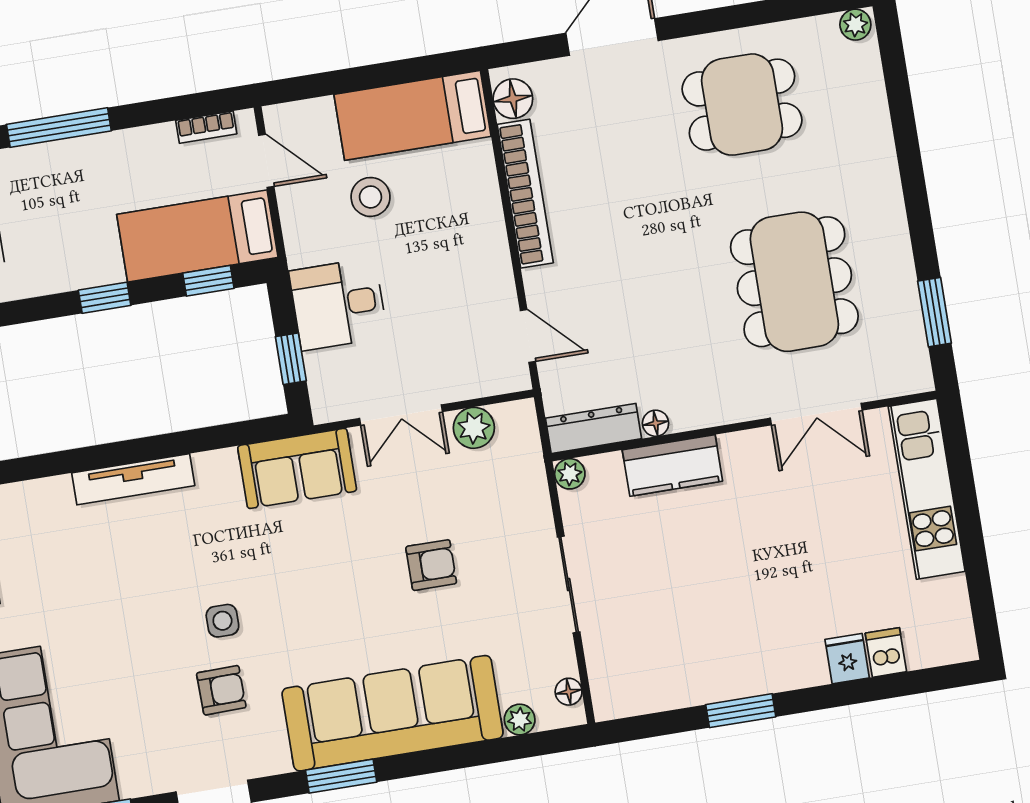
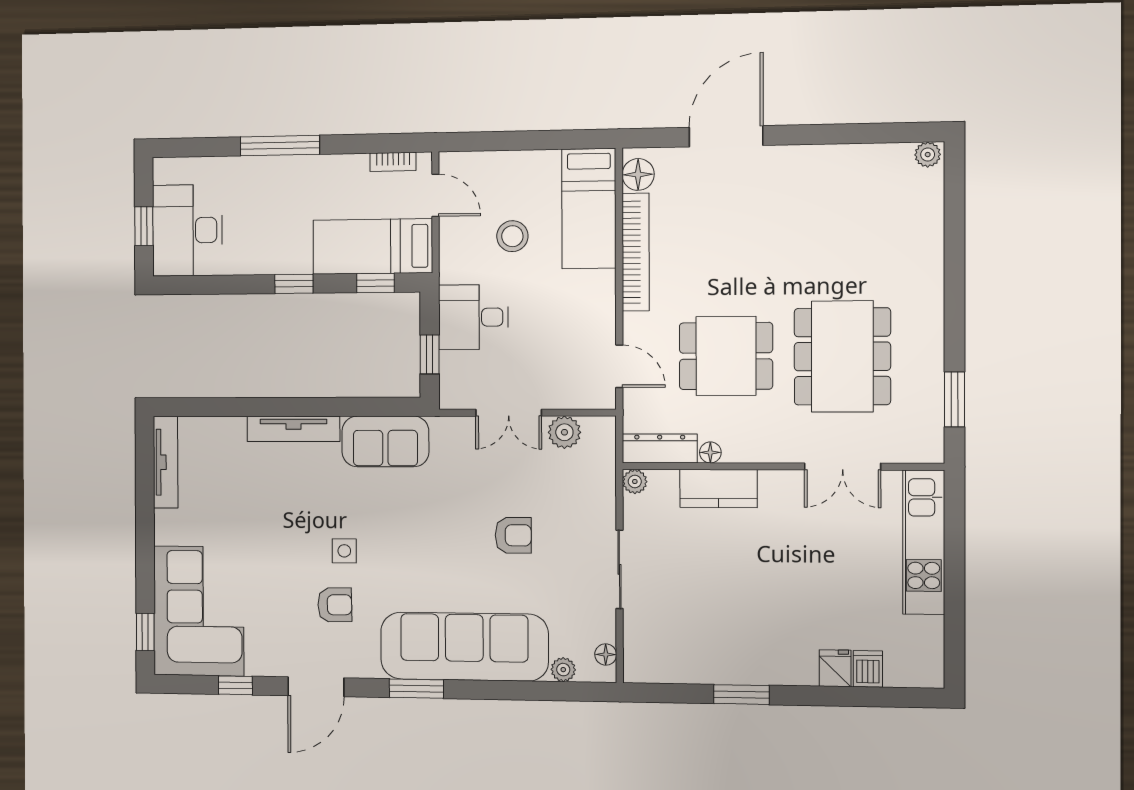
dining table: (742, 105) -> (726, 356), moved
bed: (413, 115) -> (589, 209), moved, turned -90
sofa: (297, 468) -> (385, 441), moved

